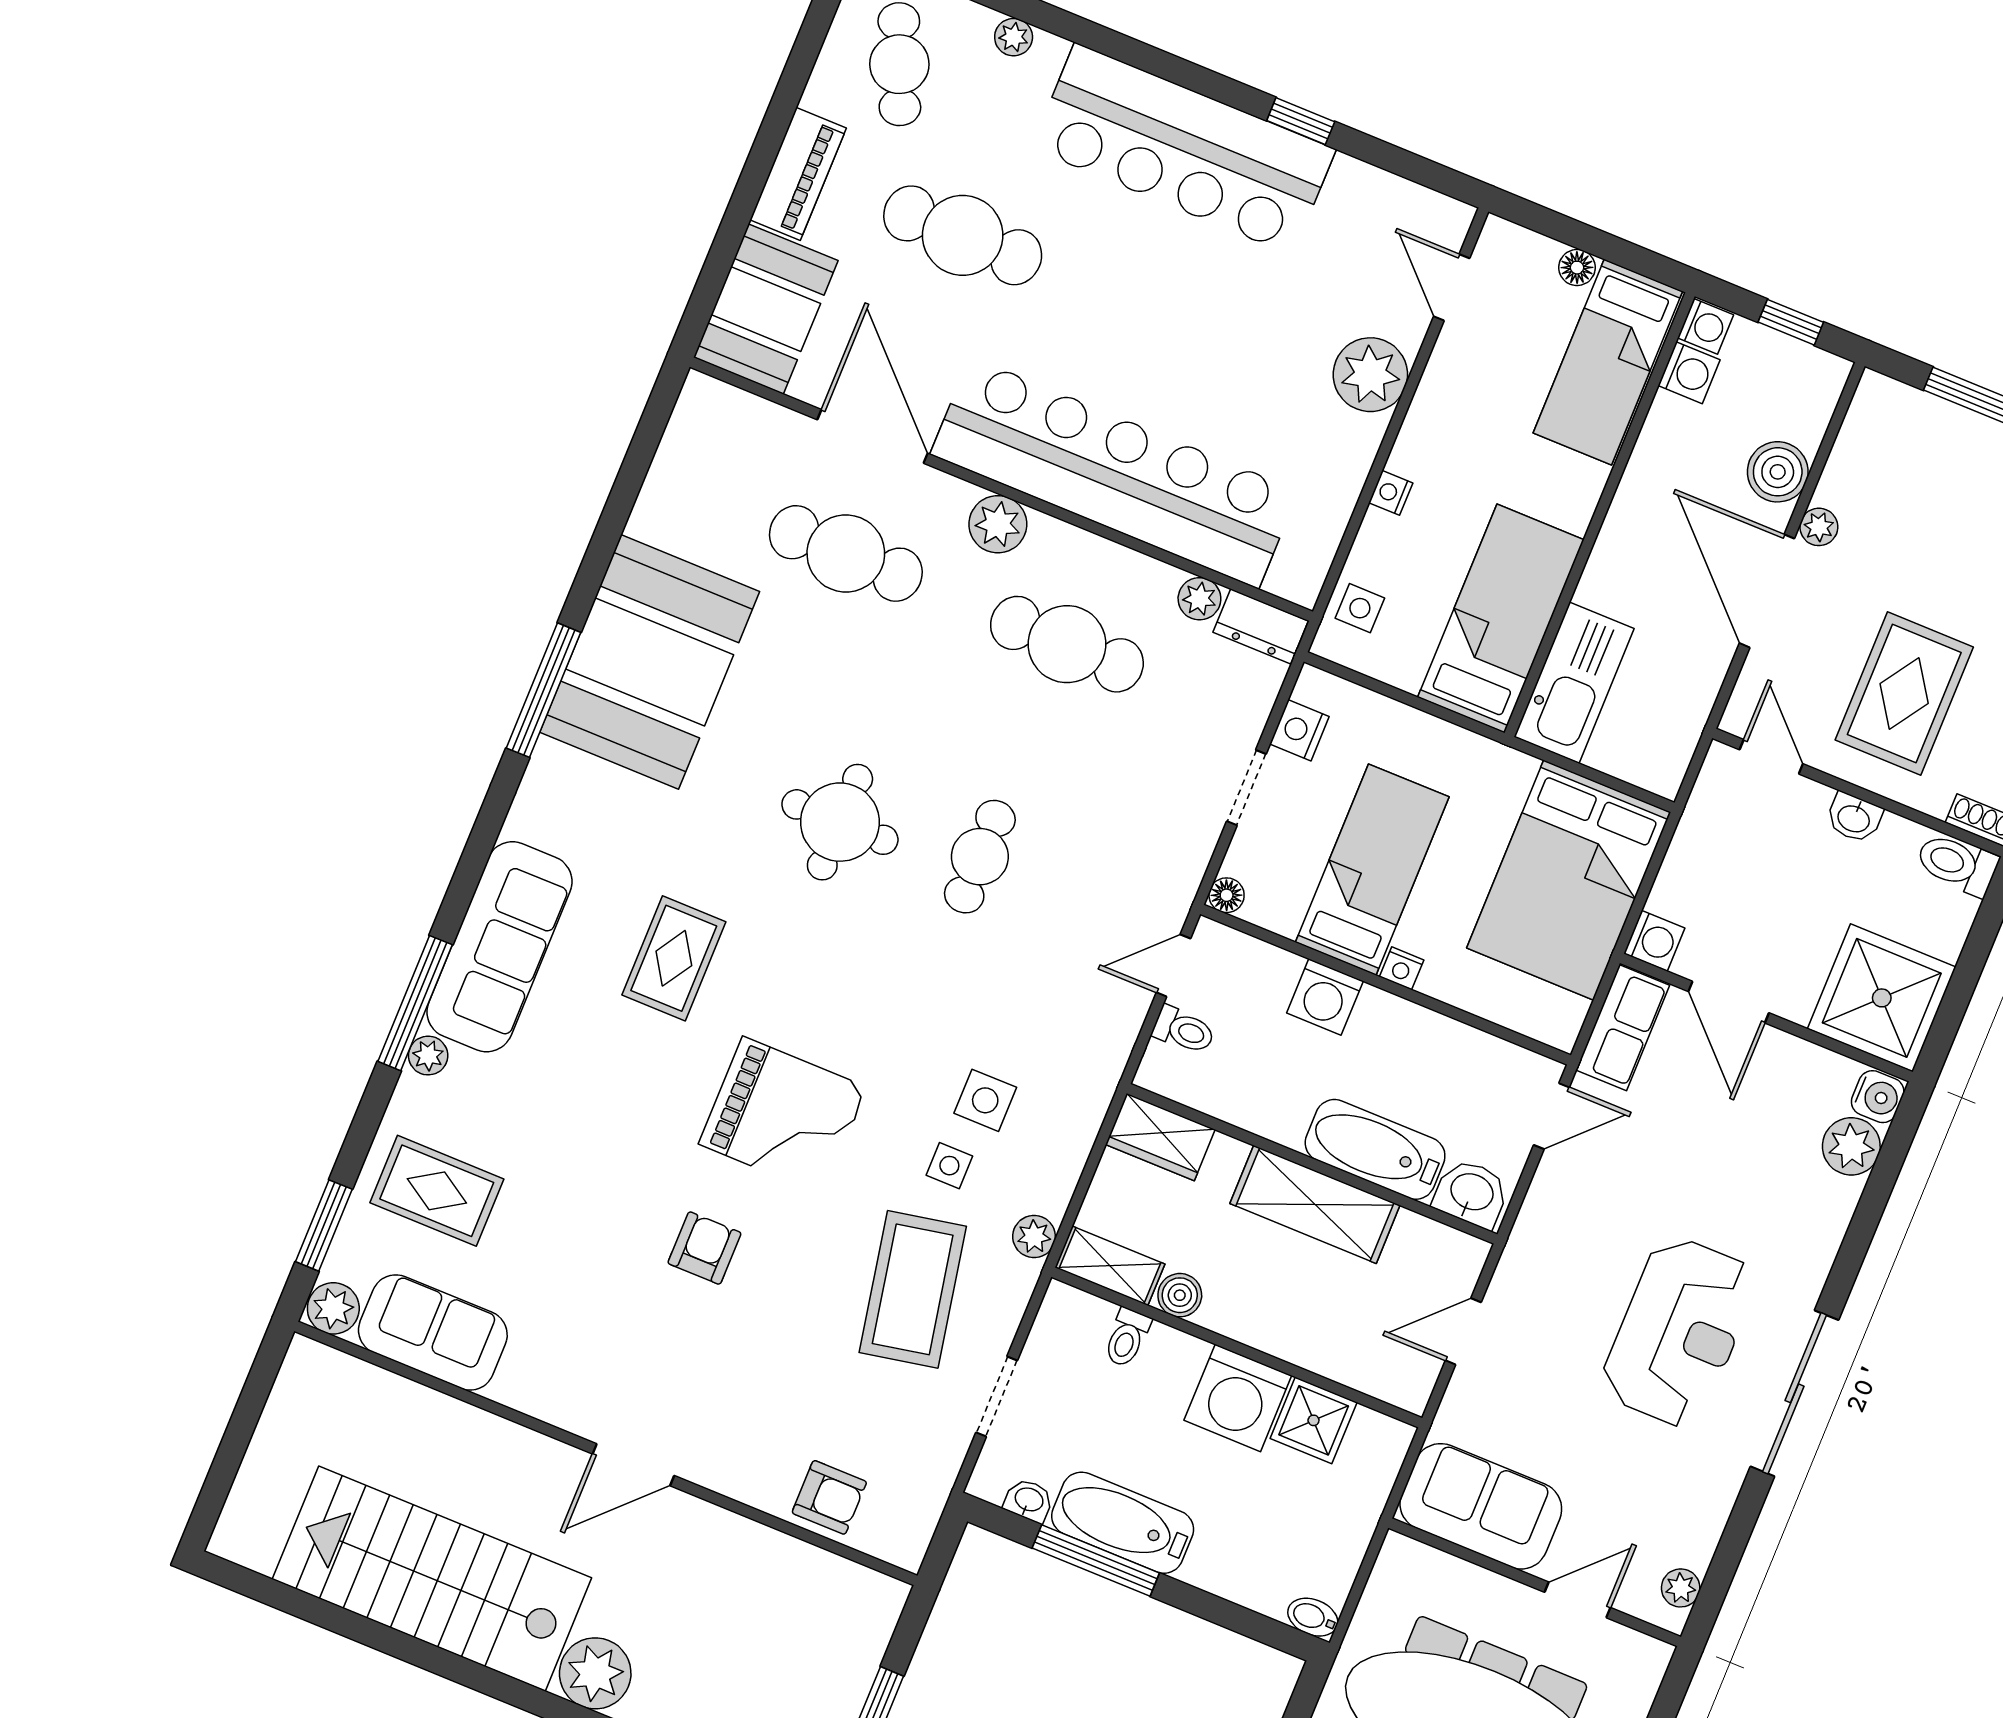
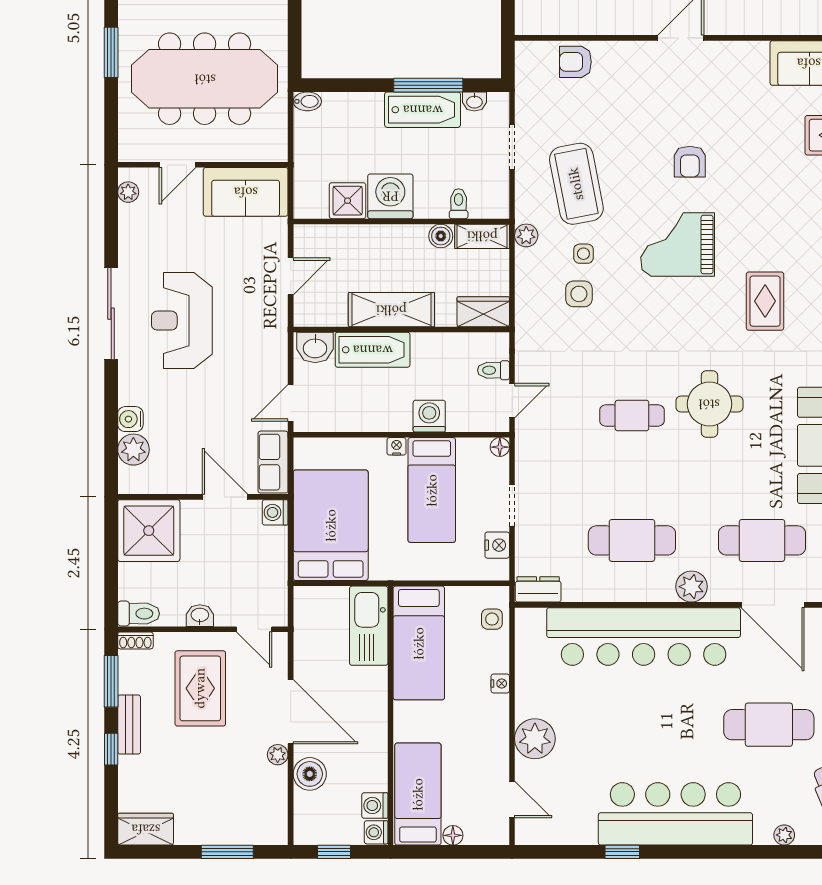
plant: (1199, 599) -> (575, 591), removed
cafe table: (980, 857) -> (632, 416), turned 90
water cooler: (1878, 1097) -> (130, 419), moved

